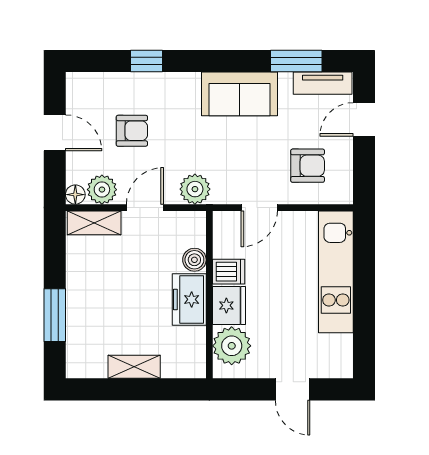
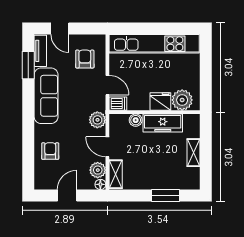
window: (146, 61) -> (28, 146), removed
sofa: (240, 94) -> (46, 96), width x1.36
armchair: (132, 131) -> (50, 151), moved
dishwasher: (229, 272) -> (118, 104), moved, turned 90
kitchen unit: (336, 272) -> (154, 44), width x1.36
freezer: (189, 299) -> (163, 123), width x1.40
door: (293, 389) -> (206, 67), removed

